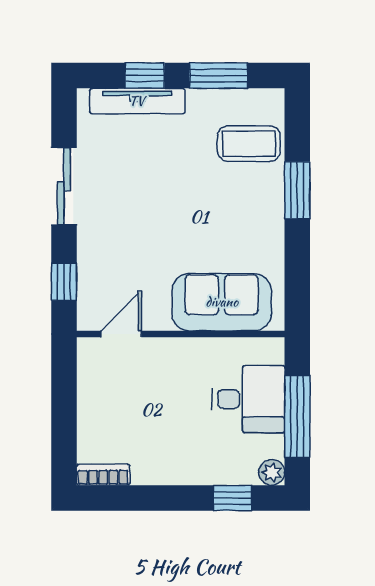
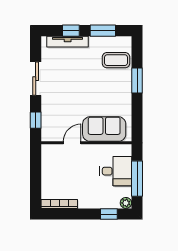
door: (121, 334) -> (72, 143), moved
bookcase: (103, 475) -> (59, 204), width x1.56

